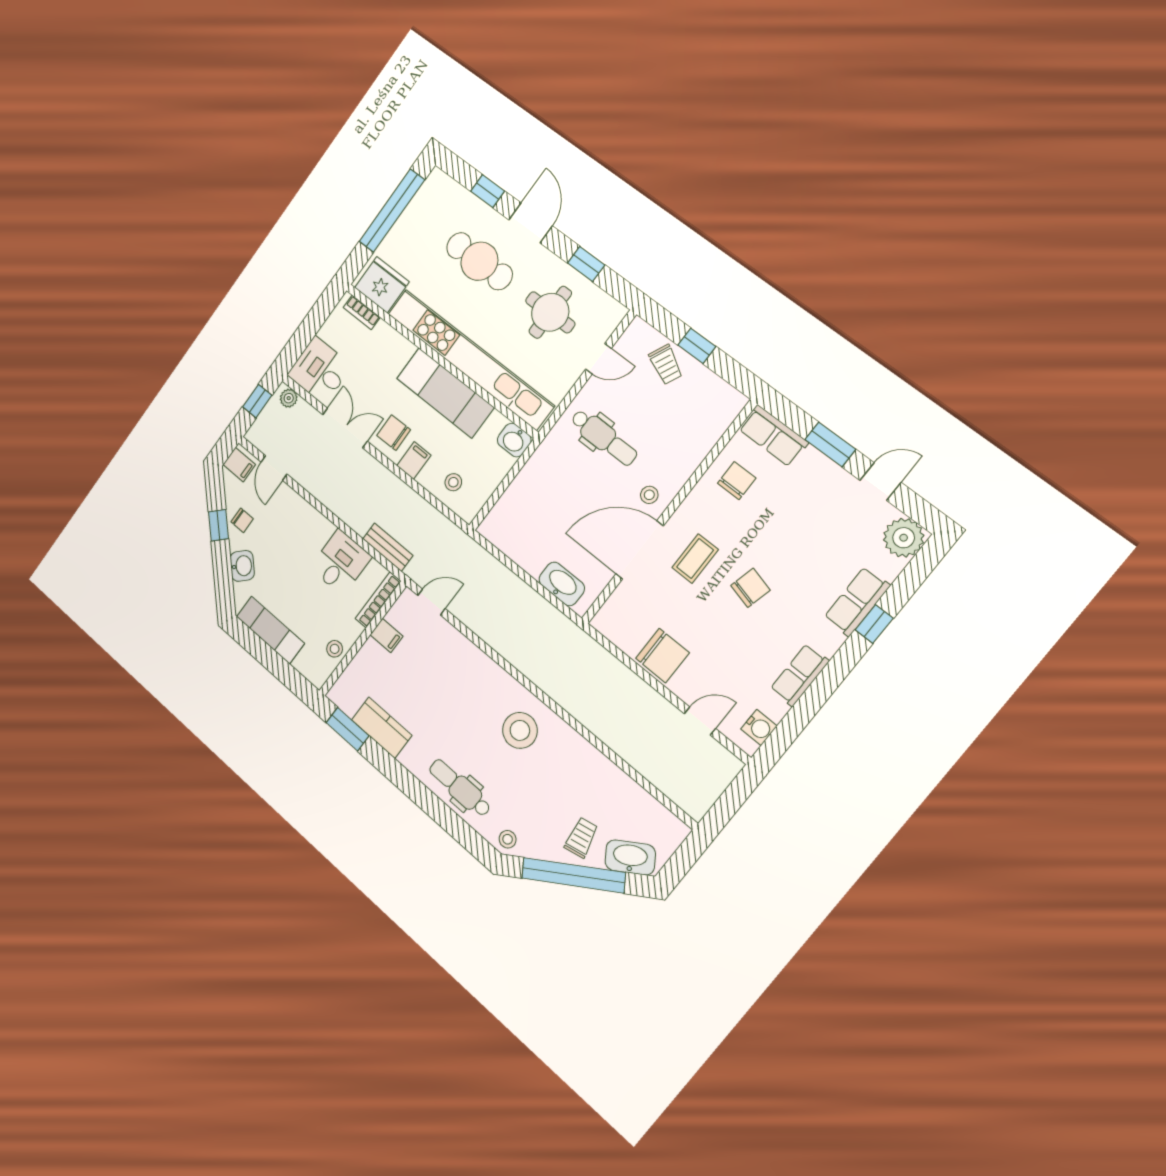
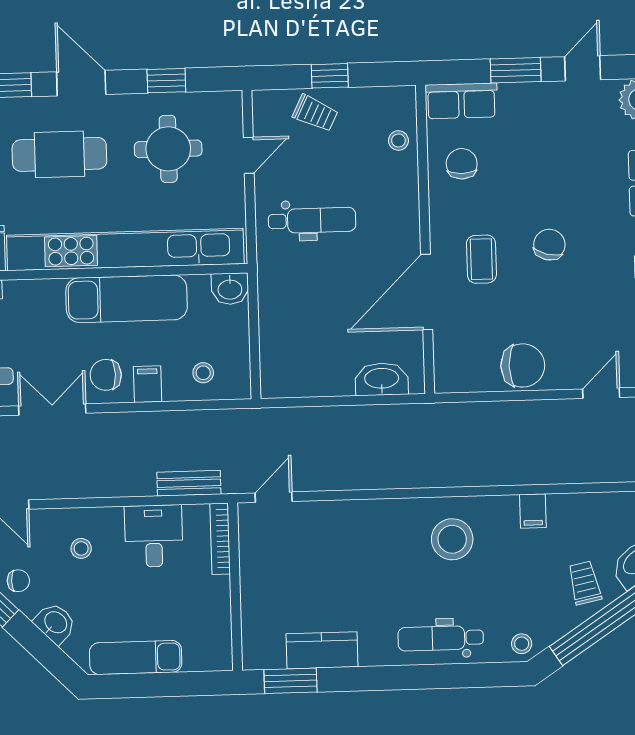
stool: (649, 495) -> (398, 140), moved
filing cabinet: (387, 635) -> (533, 511), moved, turned 90
stool: (335, 649) -> (81, 548), moved

